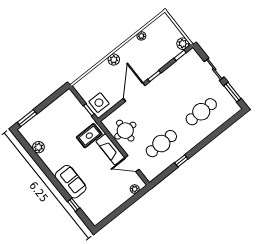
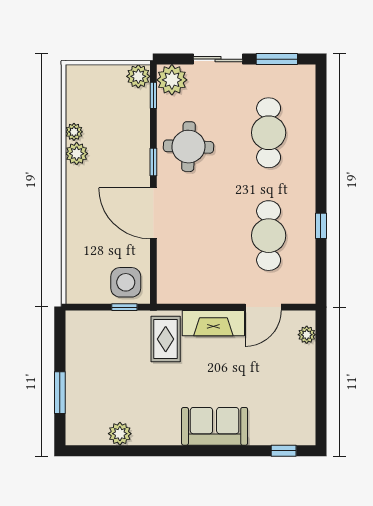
plant: (192, 58) -> (172, 80), added
plant: (114, 60) -> (77, 154), moved
window: (27, 118) -> (60, 393), moved
round table: (125, 131) -> (188, 147), moved
window: (74, 205) -> (284, 451), moved

